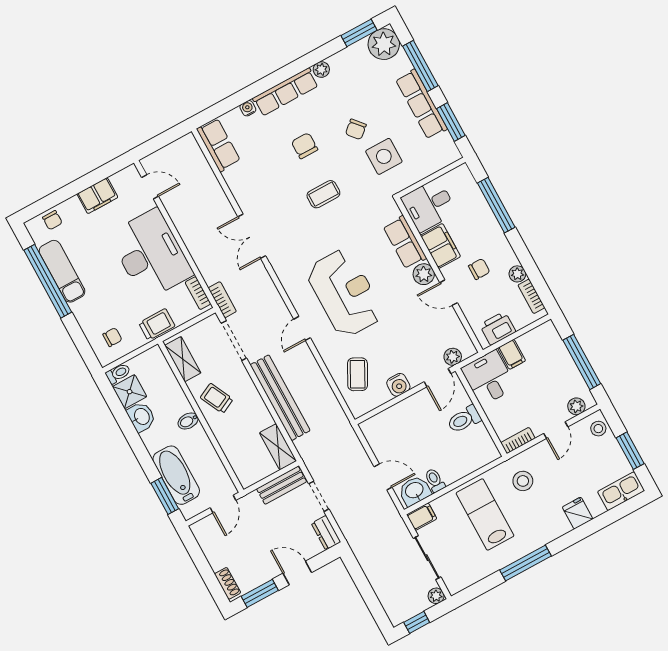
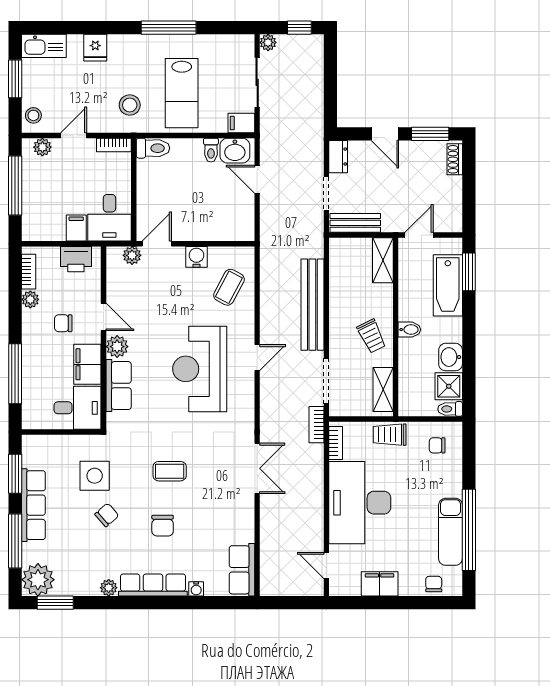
toilet: (464, 419) -> (153, 148), moved
shelving: (278, 447) -> (383, 260), moved

